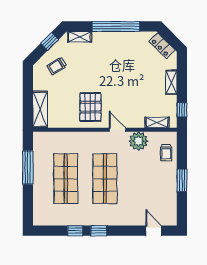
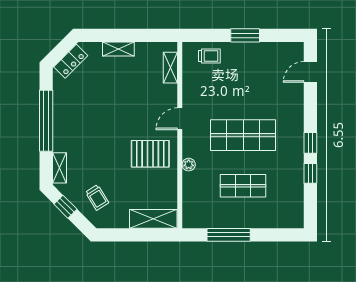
window: (182, 110) -> (154, 35), removed
plant: (138, 141) -> (189, 165), moved, width x0.53, depth x0.53
shop shelf: (66, 179) -> (243, 186), width x0.70, depth x0.74

